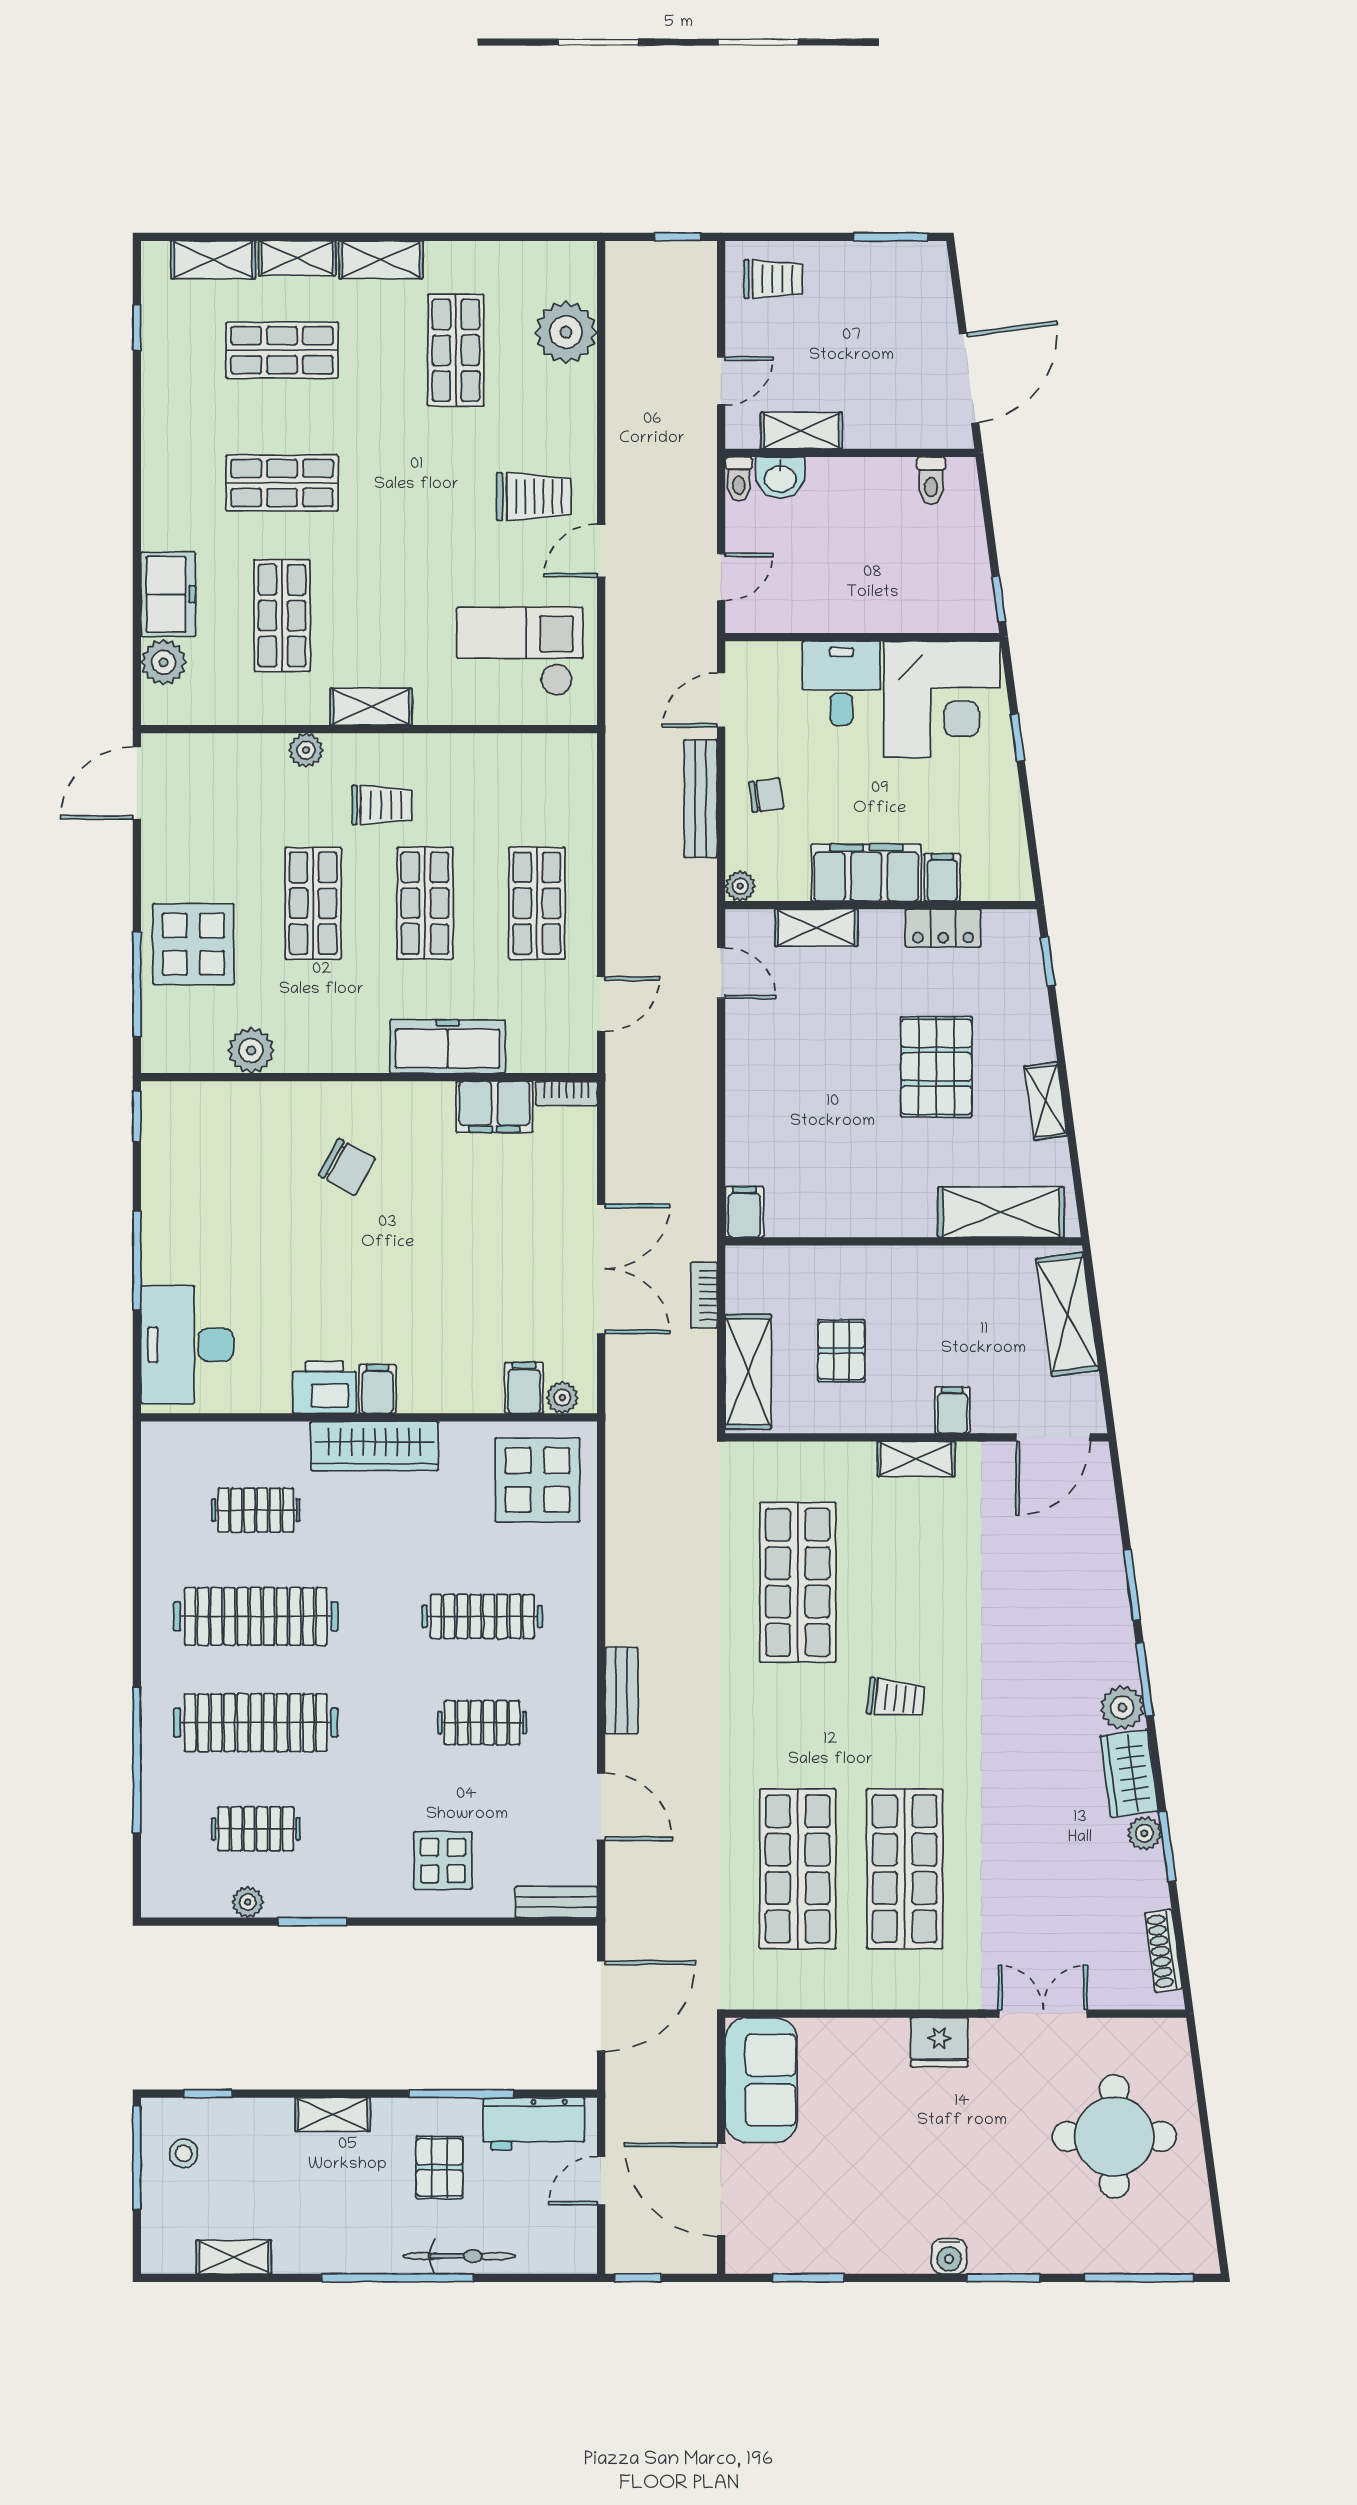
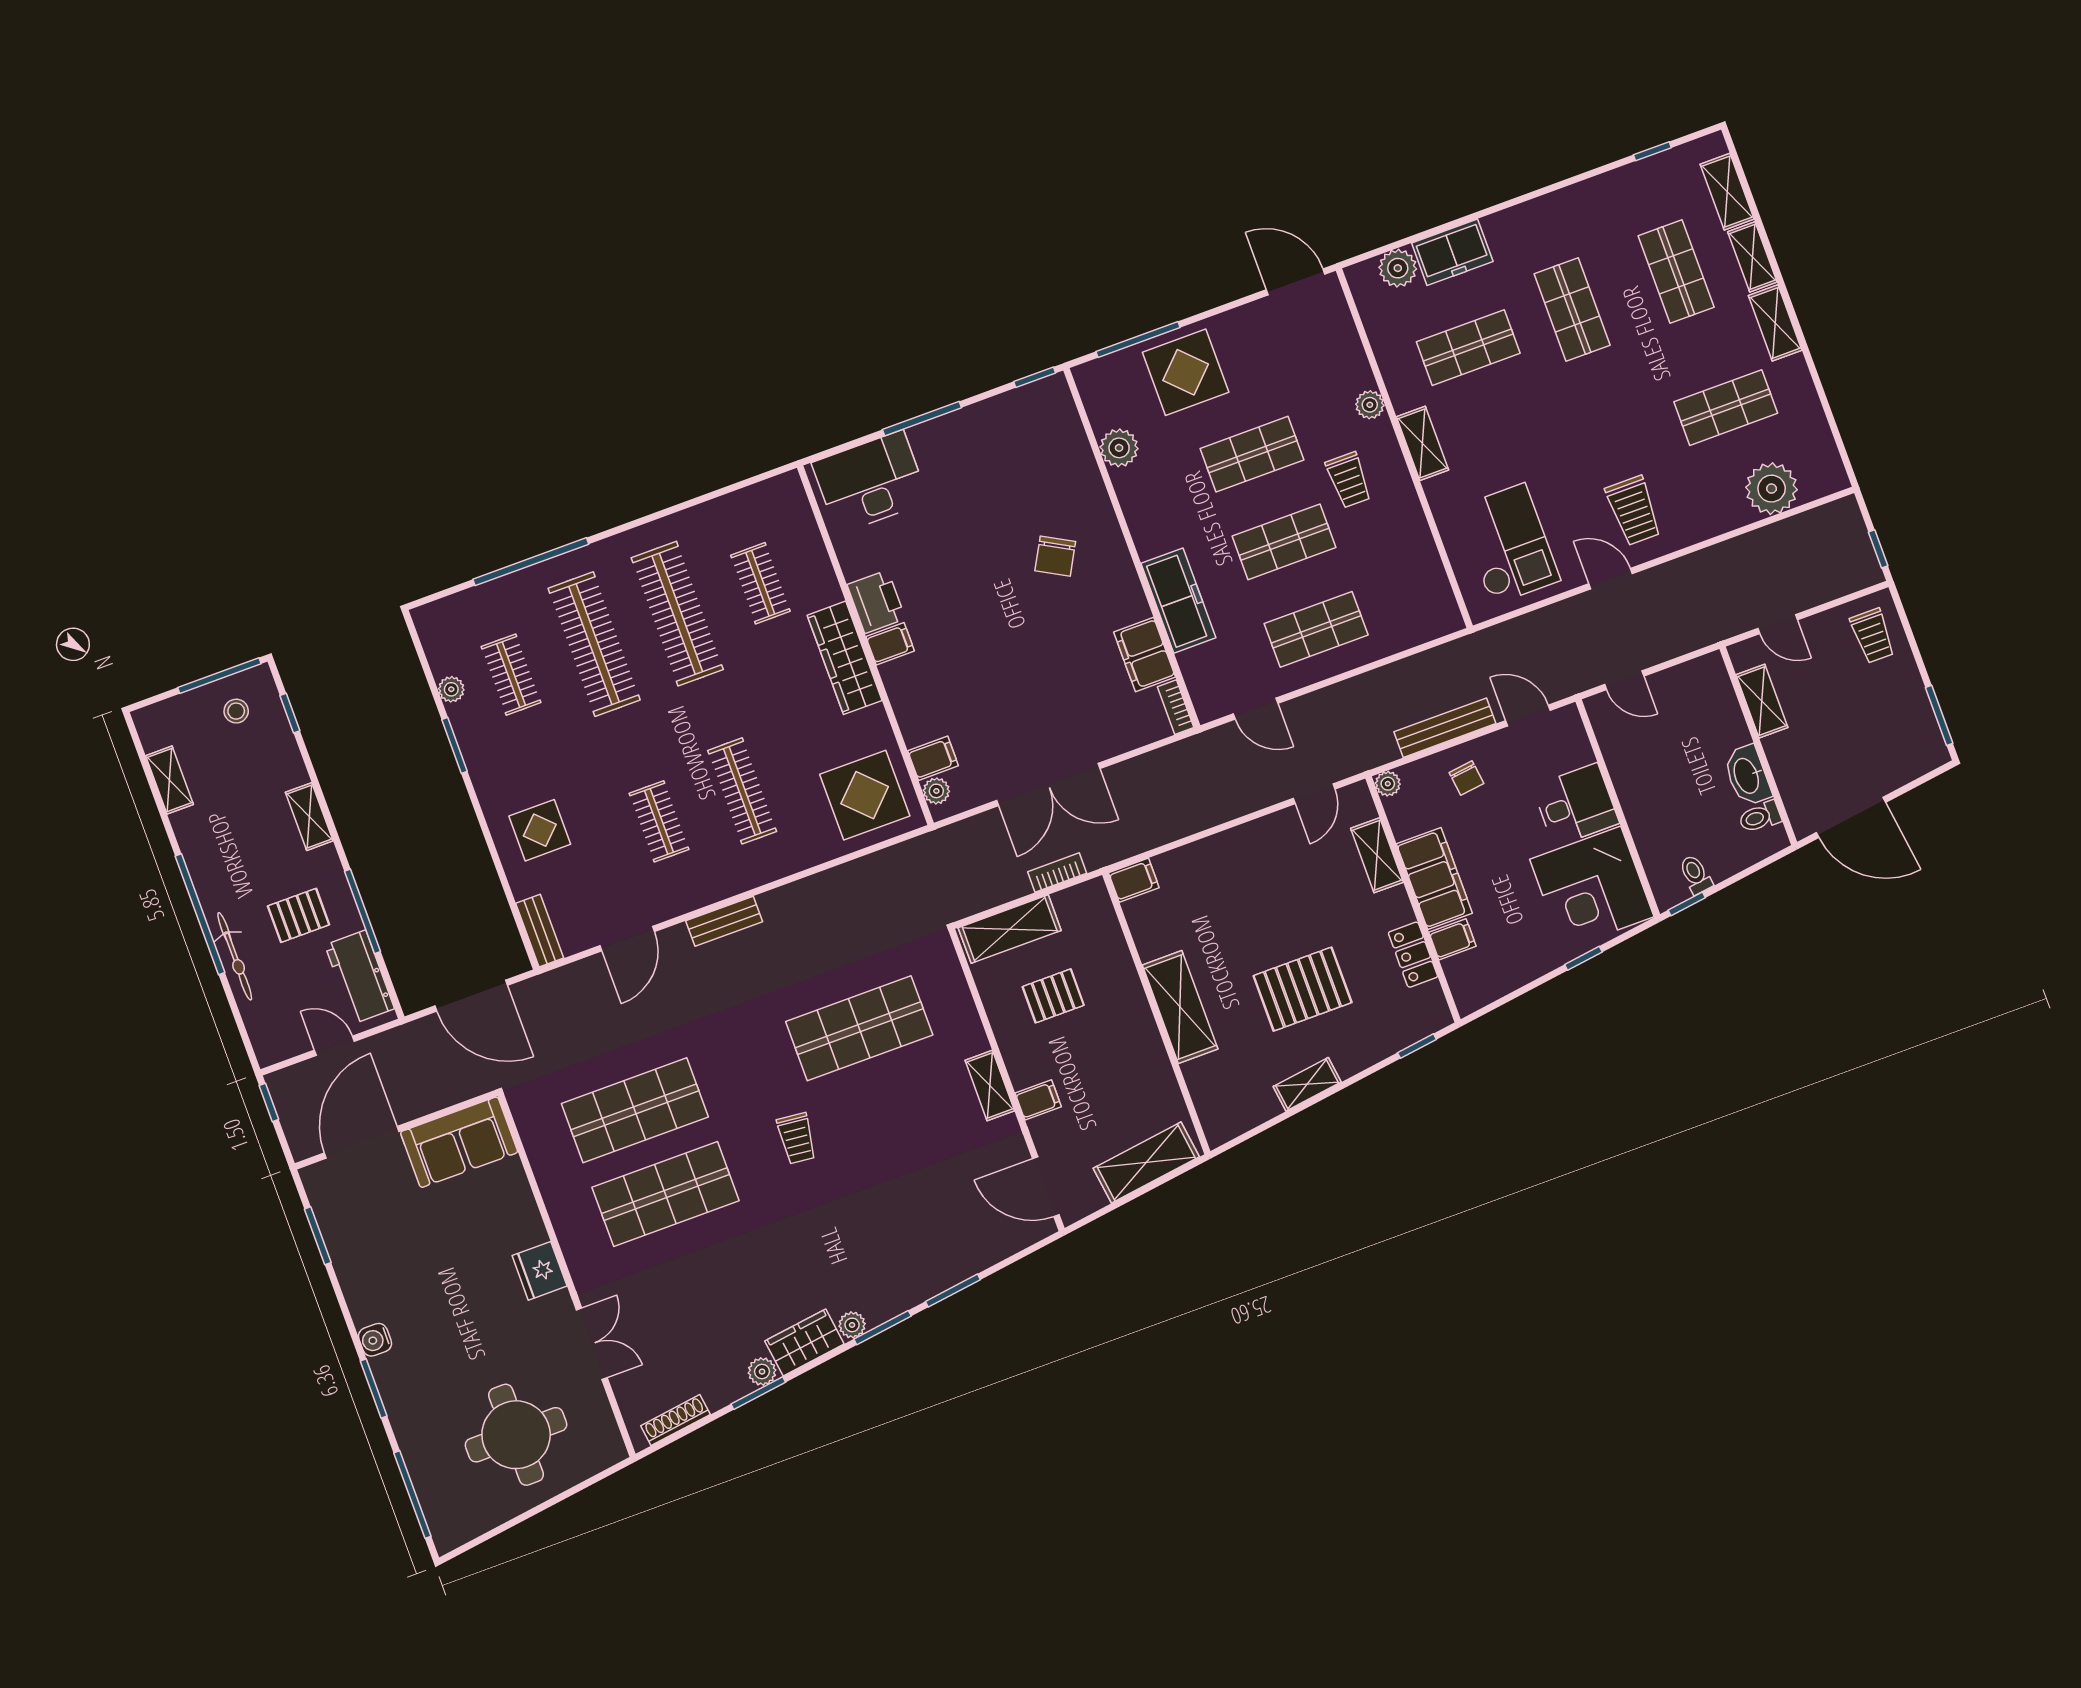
washbasin: (780, 478) -> (1747, 776), moved, width x1.38
toilet: (739, 479) -> (1696, 875), moved, turned 82
shelving: (1001, 1212) -> (1180, 1007), moved
plant: (1122, 1708) -> (852, 1325), width x0.73, depth x0.73

